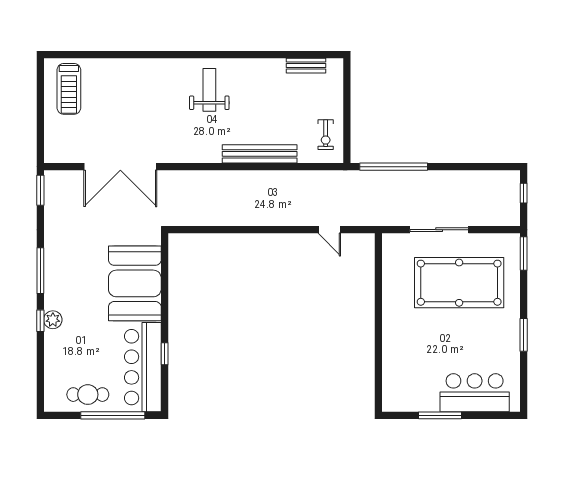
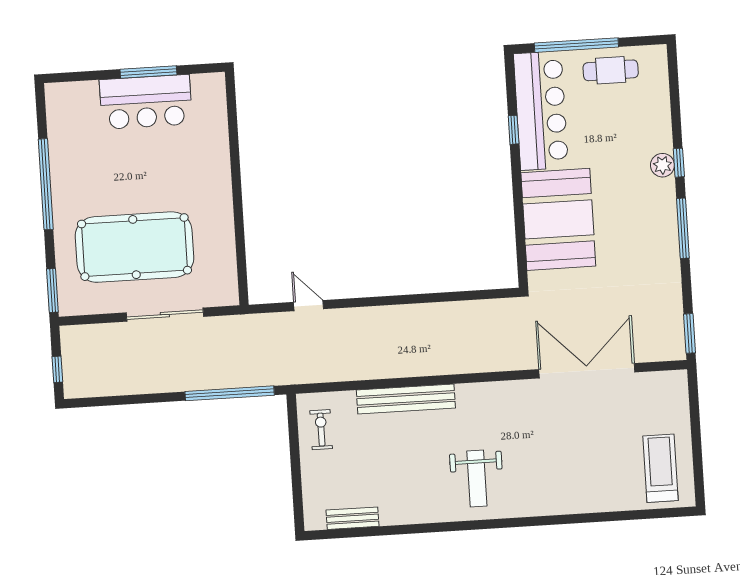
window: (524, 335) -> (46, 184), width x2.11
bar counter: (475, 393) -> (146, 102), moved

